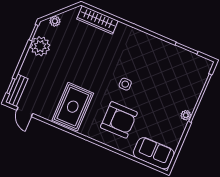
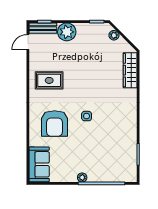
plant: (40, 46) -> (67, 32), moved
rug: (73, 107) -> (49, 80), width x0.73, depth x0.70

